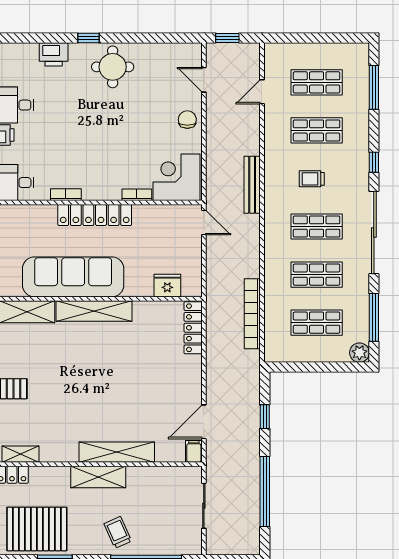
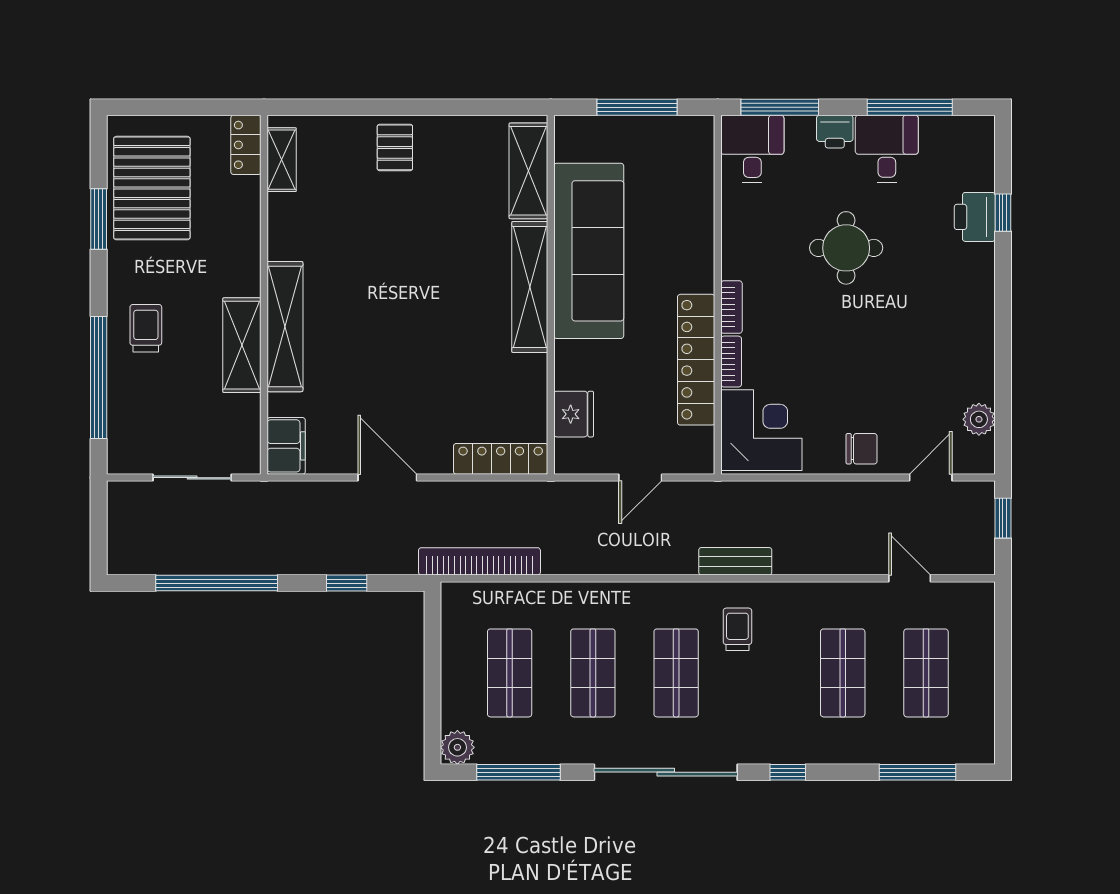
window: (89, 38) -> (1003, 213), moved
plant: (170, 52) -> (979, 419), added
round table: (113, 67) -> (846, 248), moved
trolley: (312, 179) -> (737, 629), moved
bench: (252, 185) -> (735, 561), width x0.73
bookcase: (66, 195) -> (731, 307), moved
locker: (95, 215) -> (696, 360), moved
door: (204, 223) -> (640, 478), moved
bookcase: (252, 314) -> (479, 561), moved
door: (204, 422) -> (387, 478), moved
filing cabinet: (194, 451) -> (286, 446), width x2.00
shelving: (98, 477) -> (242, 345), moved
trolley: (118, 532) -> (146, 328), turned -66

